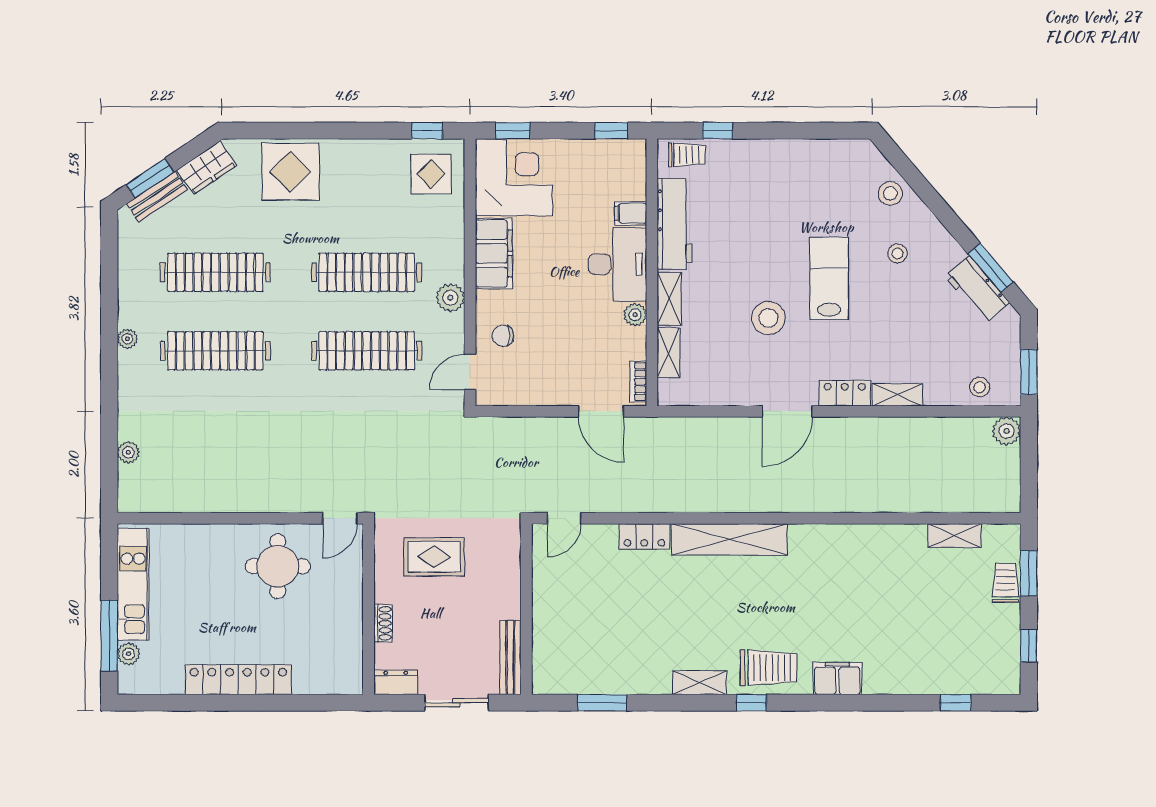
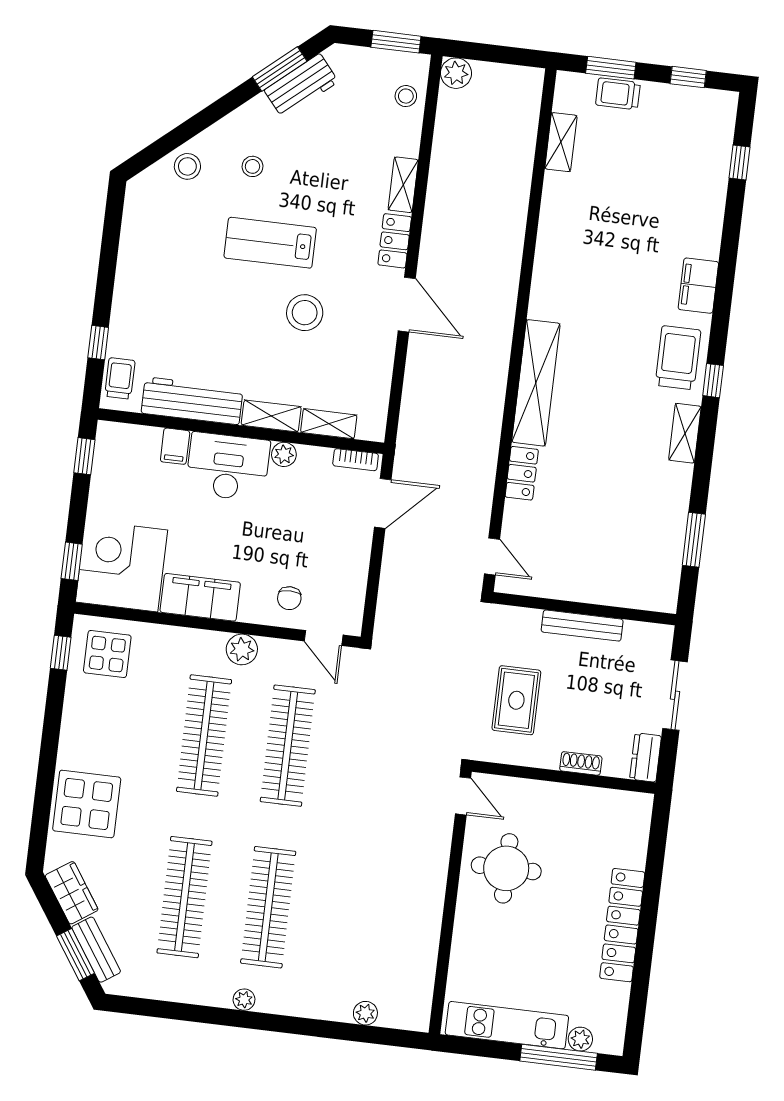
bench: (510, 657) -> (582, 626), moved

